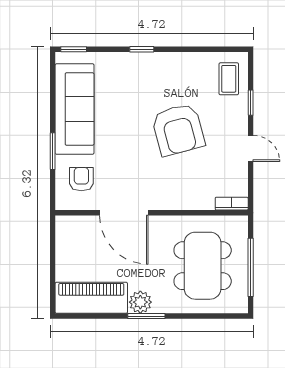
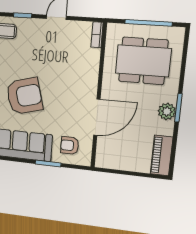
armchair: (178, 130) -> (24, 96), moved
piano: (91, 298) -> (162, 156), width x0.73, depth x0.75

